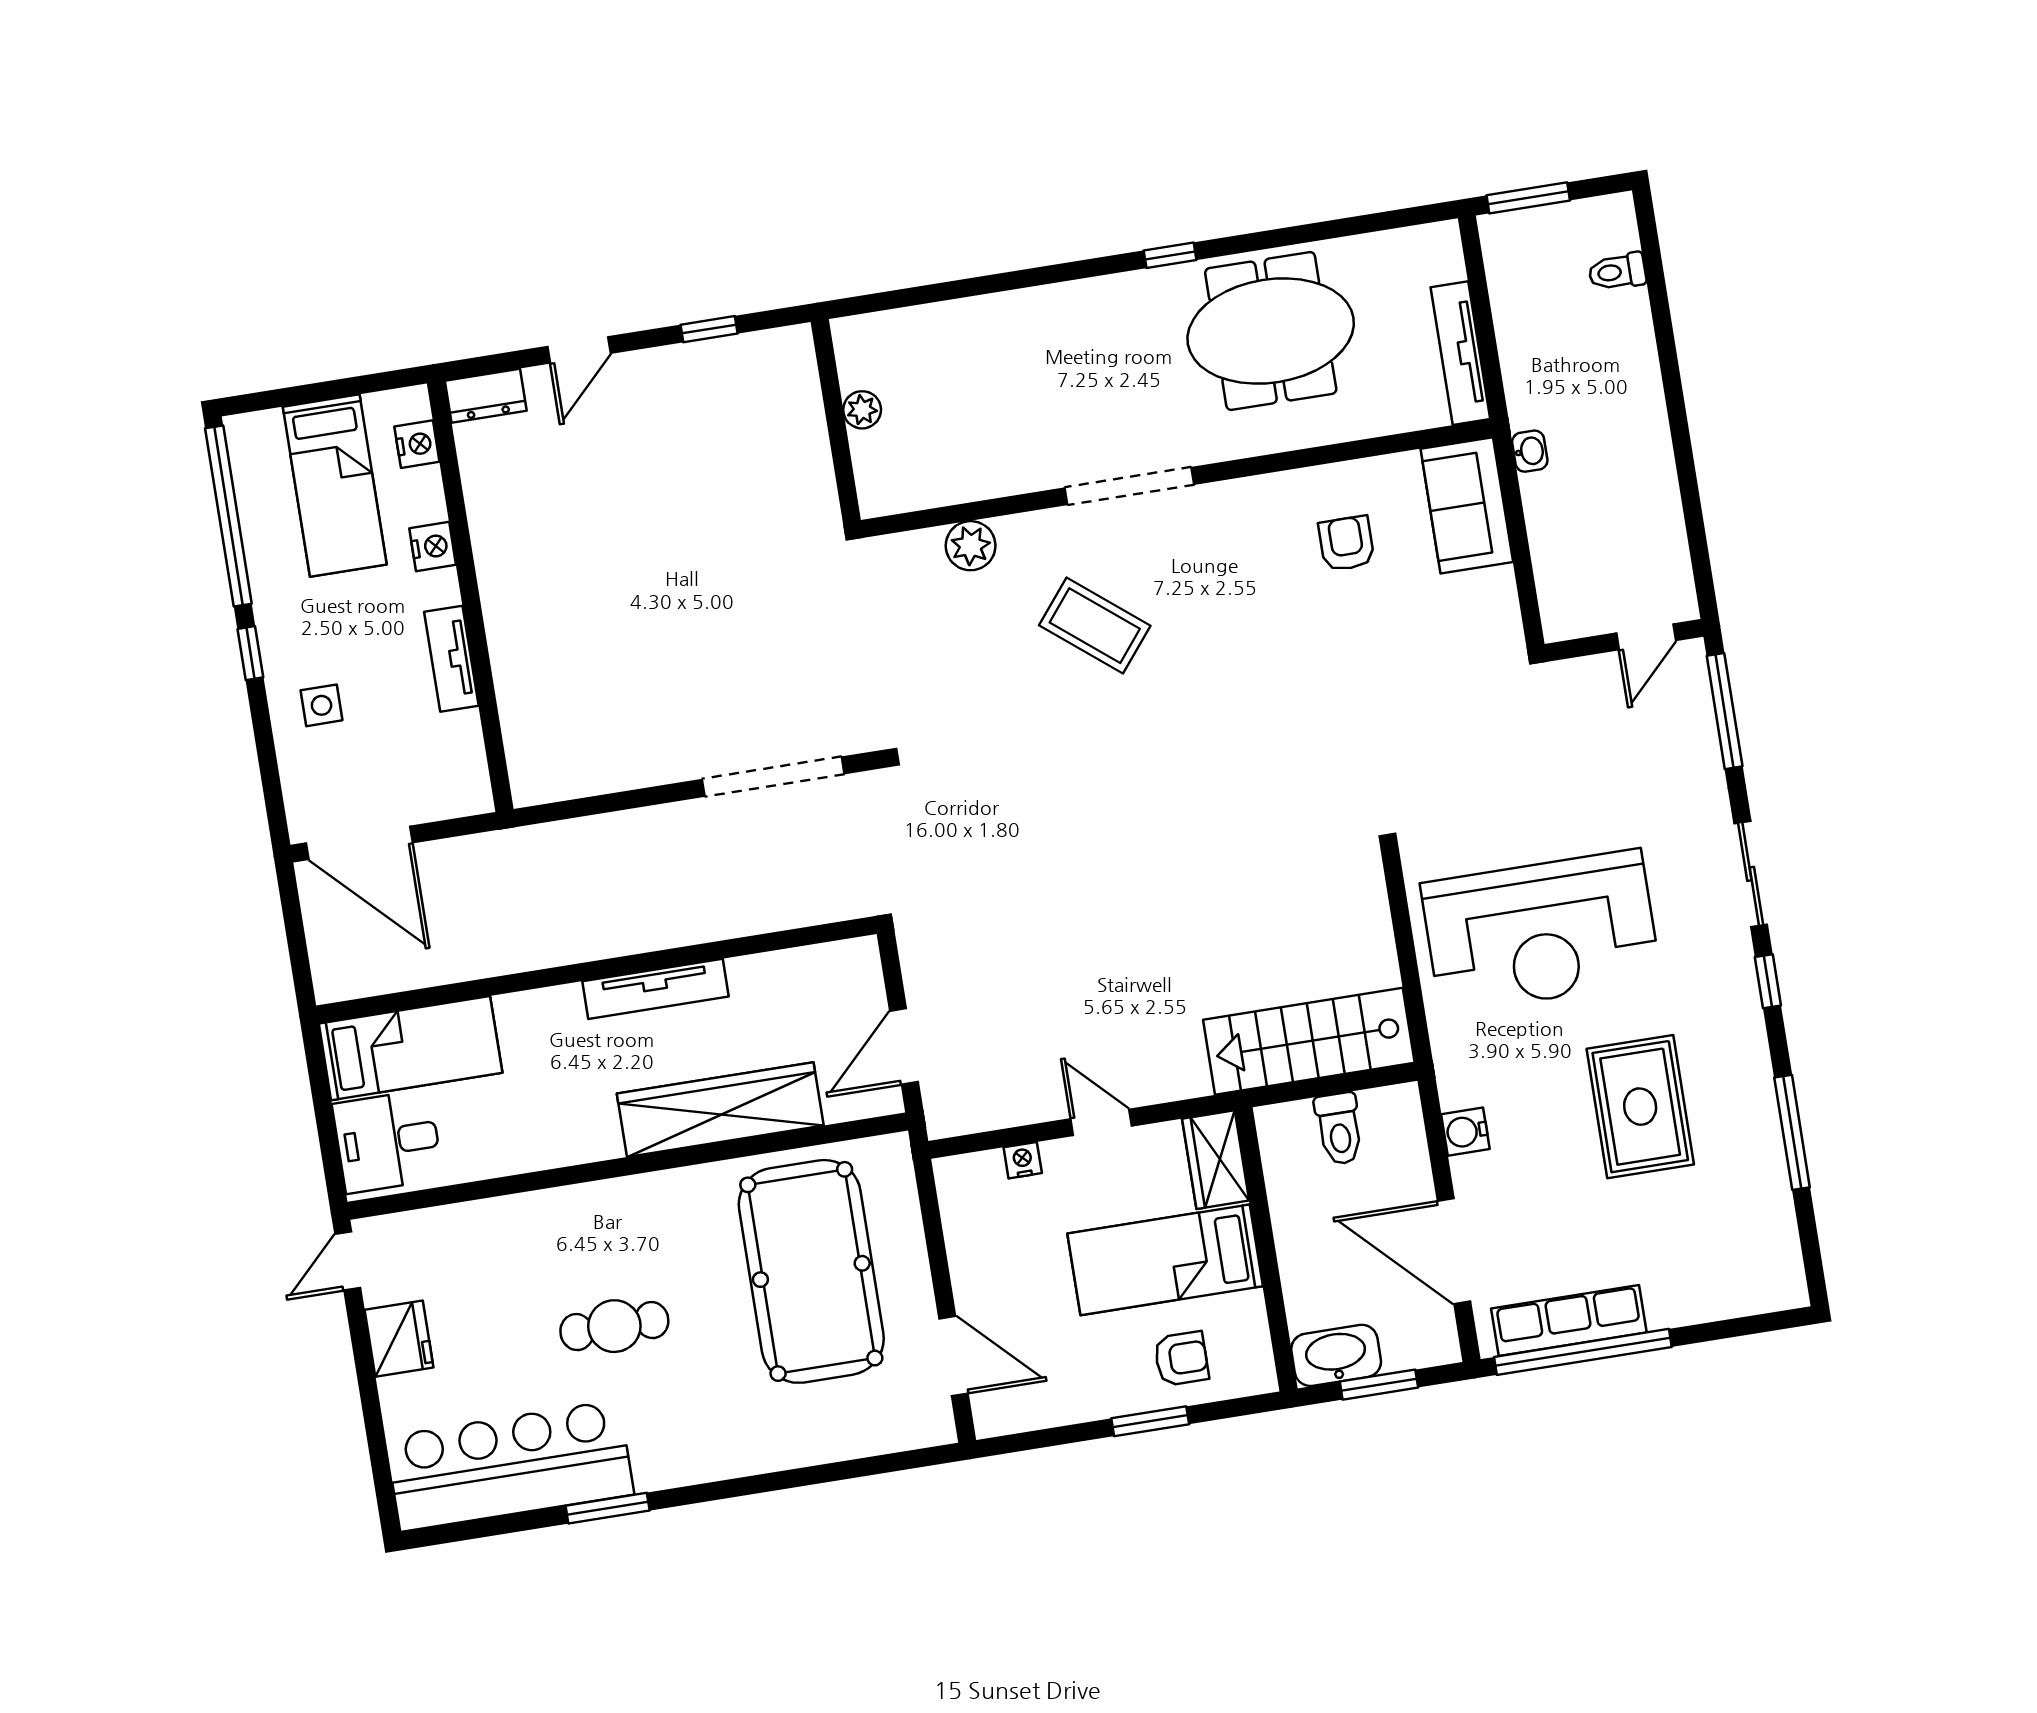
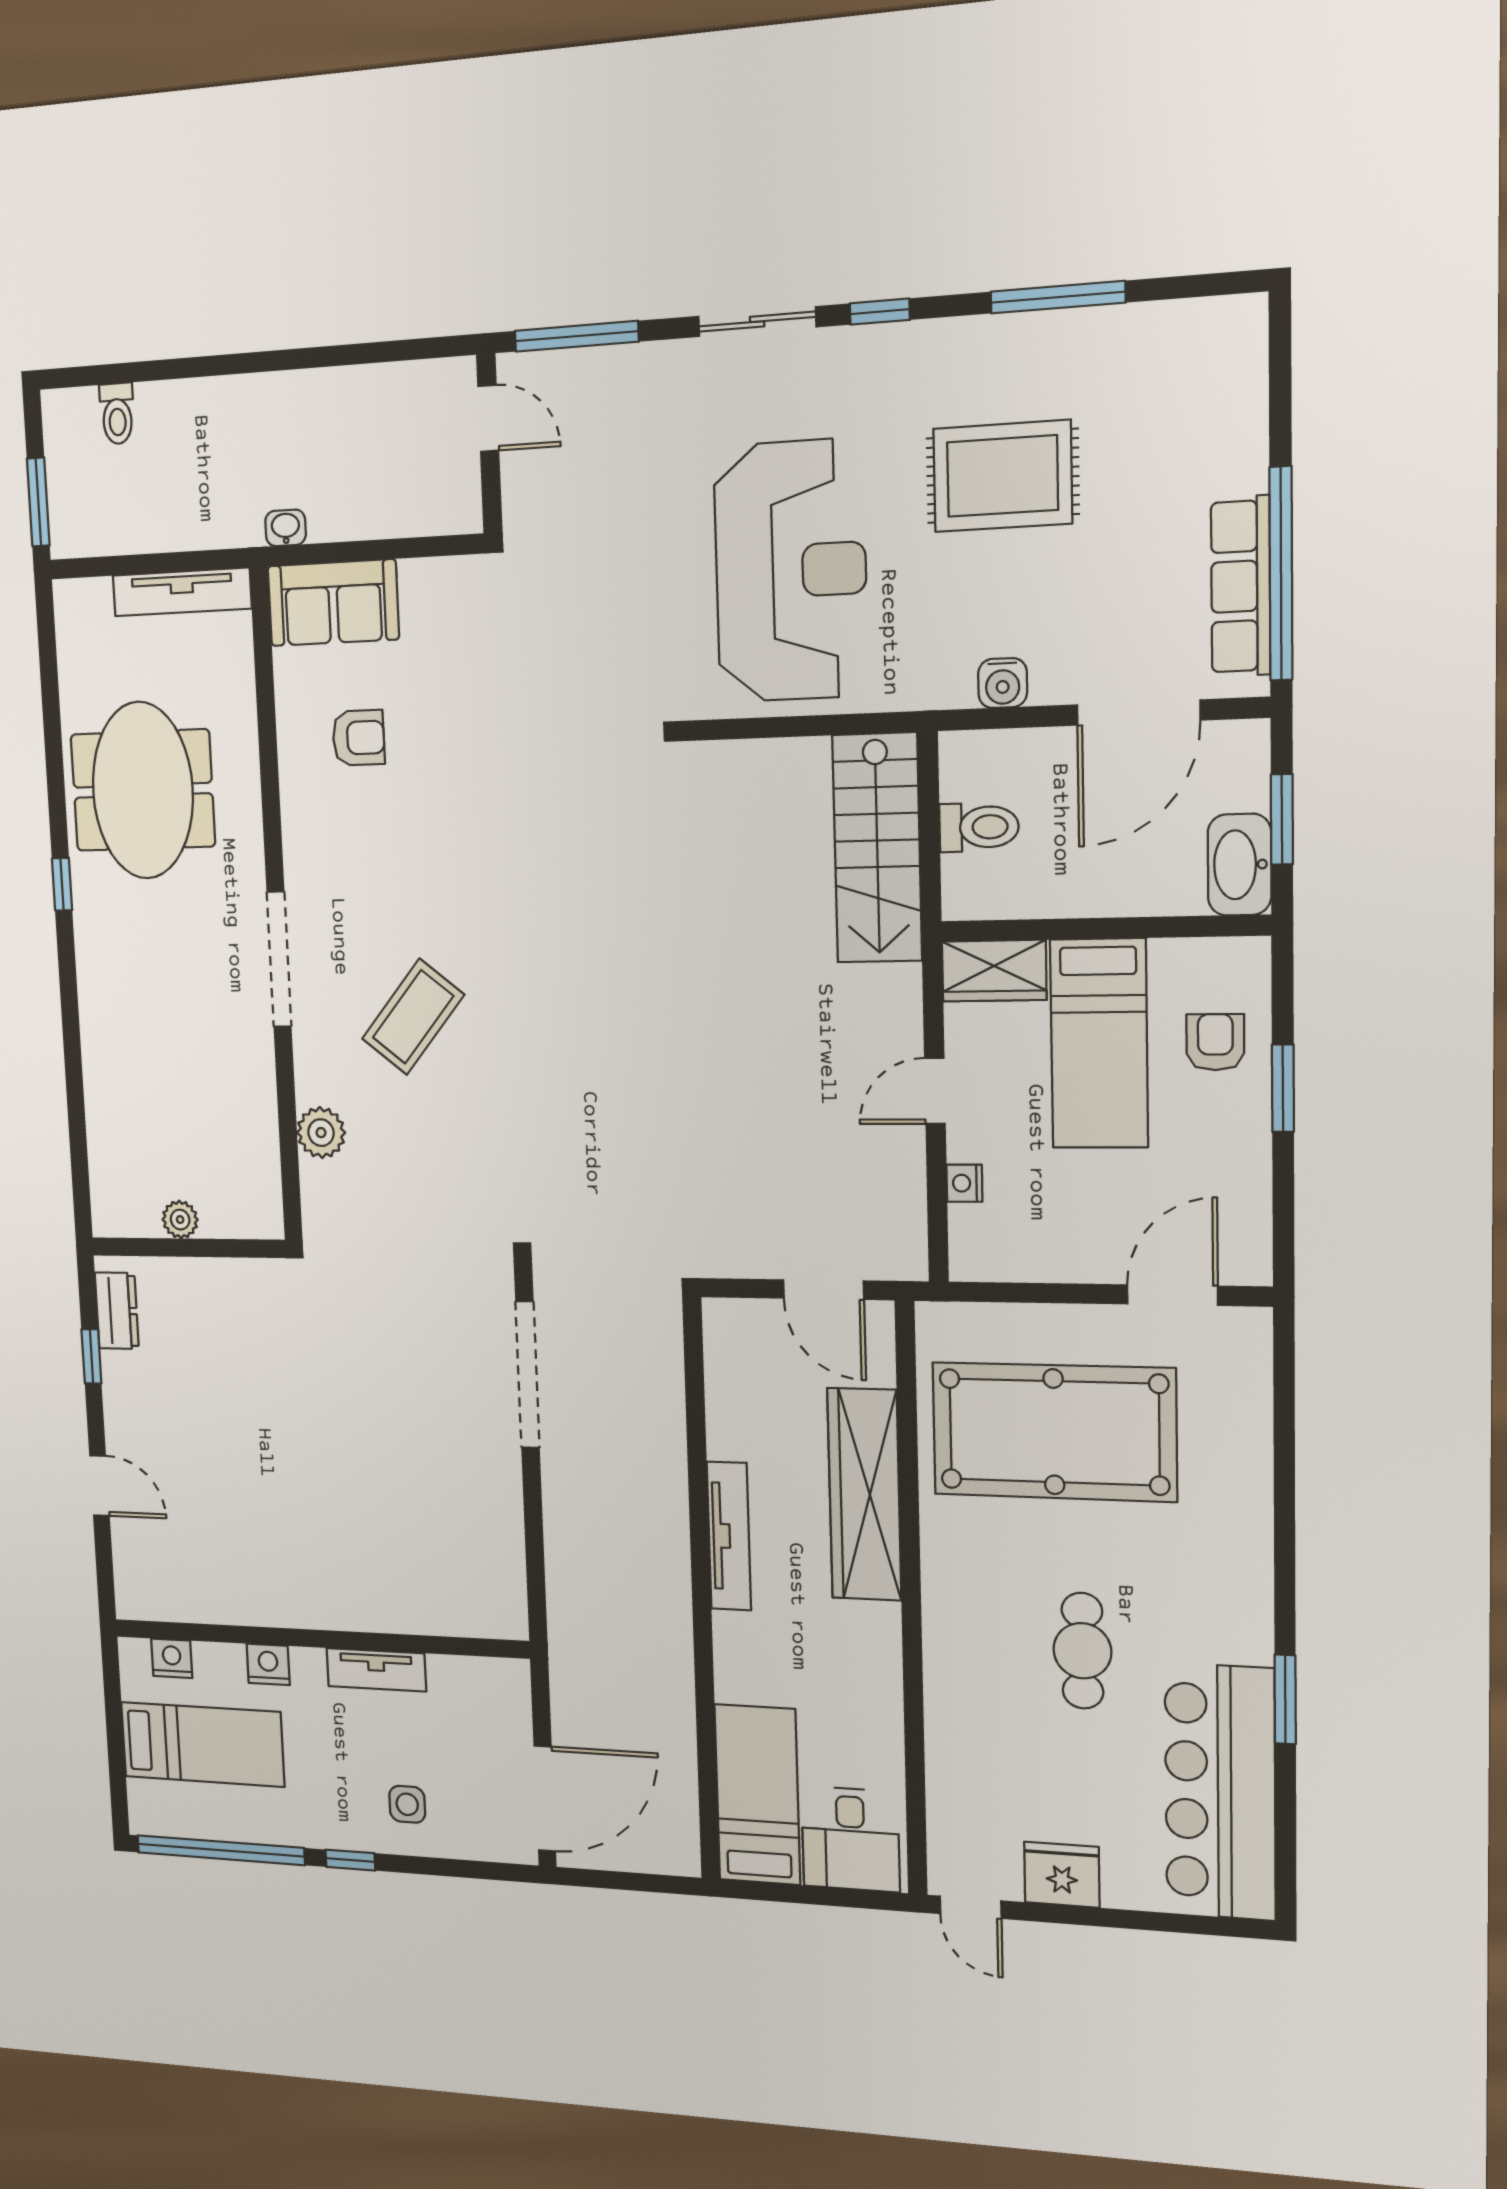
dresser: (486, 396) -> (117, 1311), moved
armchair: (1346, 544) -> (359, 738), turned 180

